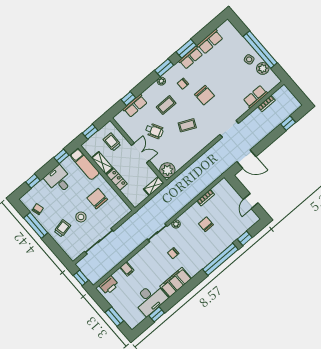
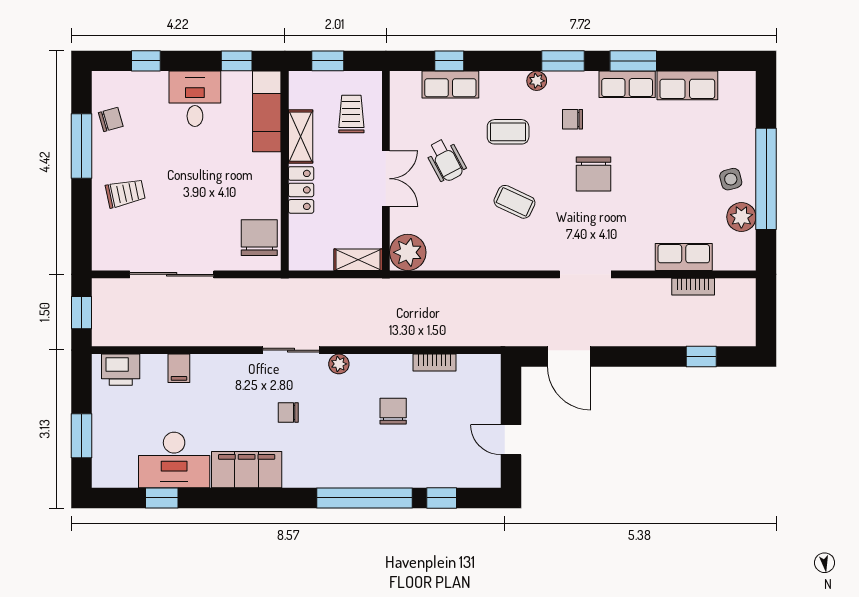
chair: (97, 199) -> (259, 238), moved
door: (251, 201) -> (511, 440), hinge flipped
stool: (81, 217) -> (177, 202), removed

